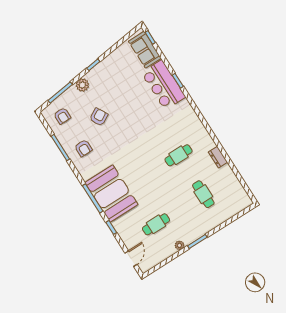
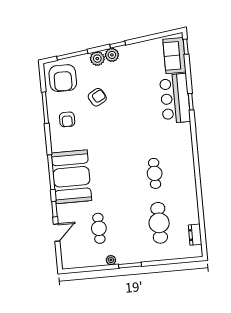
plant: (93, 76) -> (112, 55), added
armchair: (62, 116) -> (63, 78), width x1.88, depth x1.88
cafe table: (179, 155) -> (155, 173), turned 90
dresser: (218, 157) -> (195, 235), moved
cafe table: (203, 194) -> (159, 223), width x1.37, depth x1.35
cafe table: (156, 224) -> (99, 228), turned 90
door: (131, 259) -> (57, 233), moved

